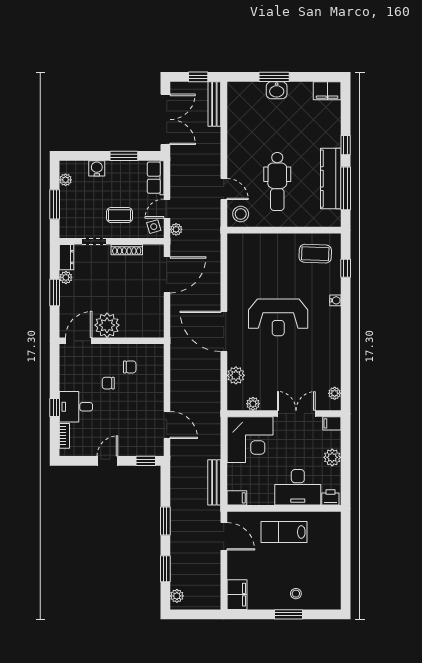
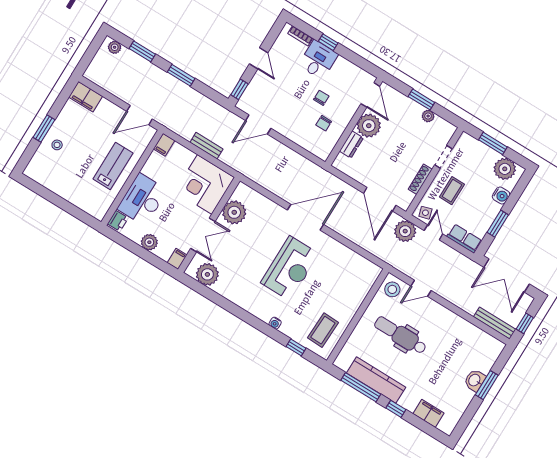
filing cabinet: (327, 91) -> (428, 413), moved, turned 90
plant: (66, 180) -> (505, 169), width x1.88, depth x1.88
plant: (176, 229) -> (405, 231), width x1.87, depth x1.87
dresser: (67, 257) -> (351, 144), moved, turned -90
reception desk: (278, 317) -> (290, 268), turned 180
plant: (236, 375) -> (264, 205), removed
plant: (335, 393) -> (207, 274), width x1.88, depth x1.88
plant: (253, 404) -> (234, 212), width x1.87, depth x1.87
bench: (214, 482) -> (207, 146), moved, width x0.73

